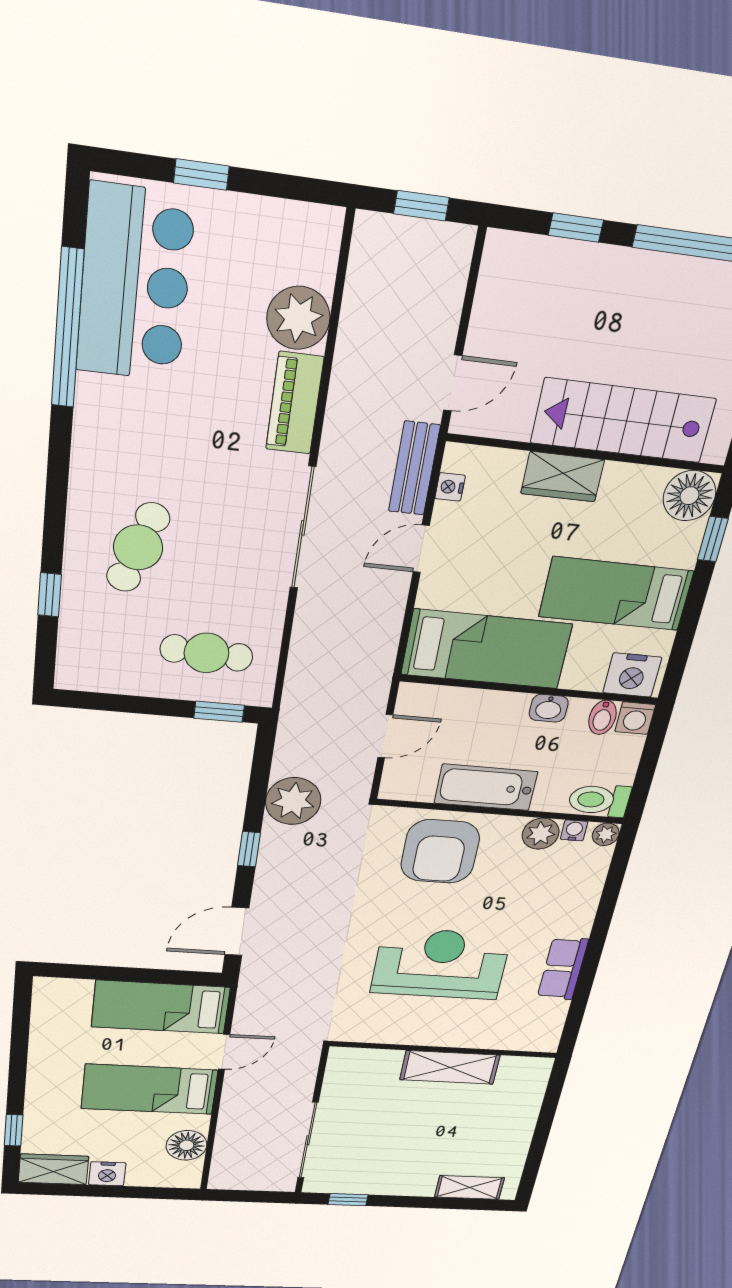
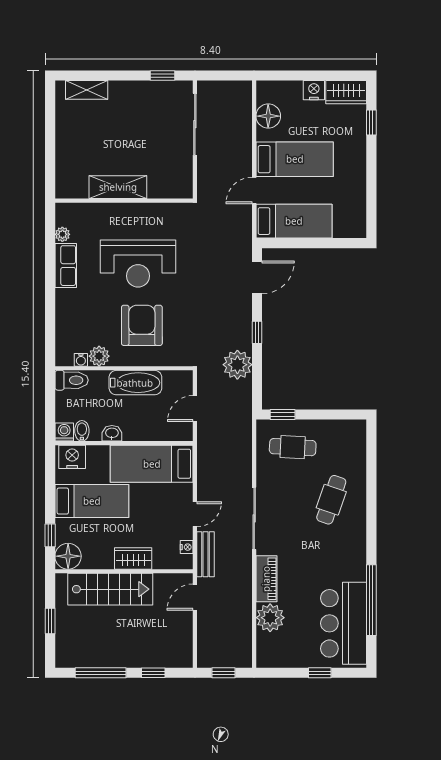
window: (50, 595) -> (371, 471), removed
plant: (606, 834) -> (62, 234), moved
armchair: (440, 851) -> (142, 325), moved

